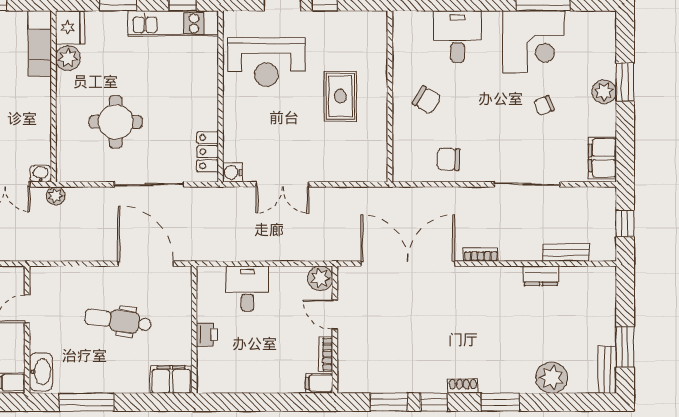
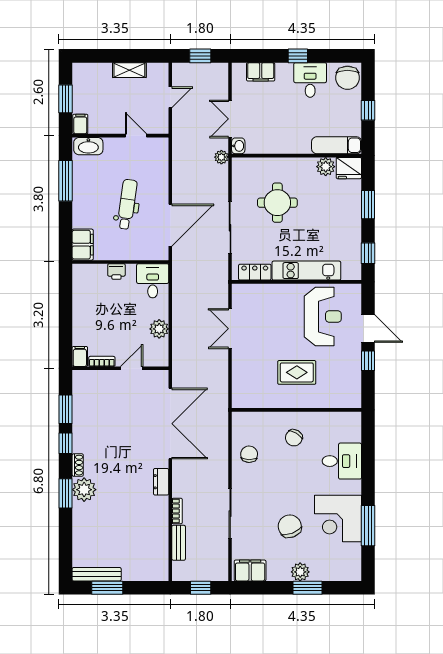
kitchen unit: (173, 23) -> (306, 271), moved, turned 90
reception desk: (266, 62) -> (323, 317), turned 180
chair: (544, 106) -> (290, 526), width x1.87, depth x1.87
water cooler: (233, 172) -> (239, 291), removed
bookcase: (481, 255) -> (177, 511), moved
dresser: (541, 276) -> (161, 482), moved
plant: (320, 278) -> (159, 329), moved
desk: (247, 288) -> (153, 281), moved, turned -90
bench: (607, 370) -> (97, 574), width x1.36
plant: (552, 378) -> (84, 490), moved

